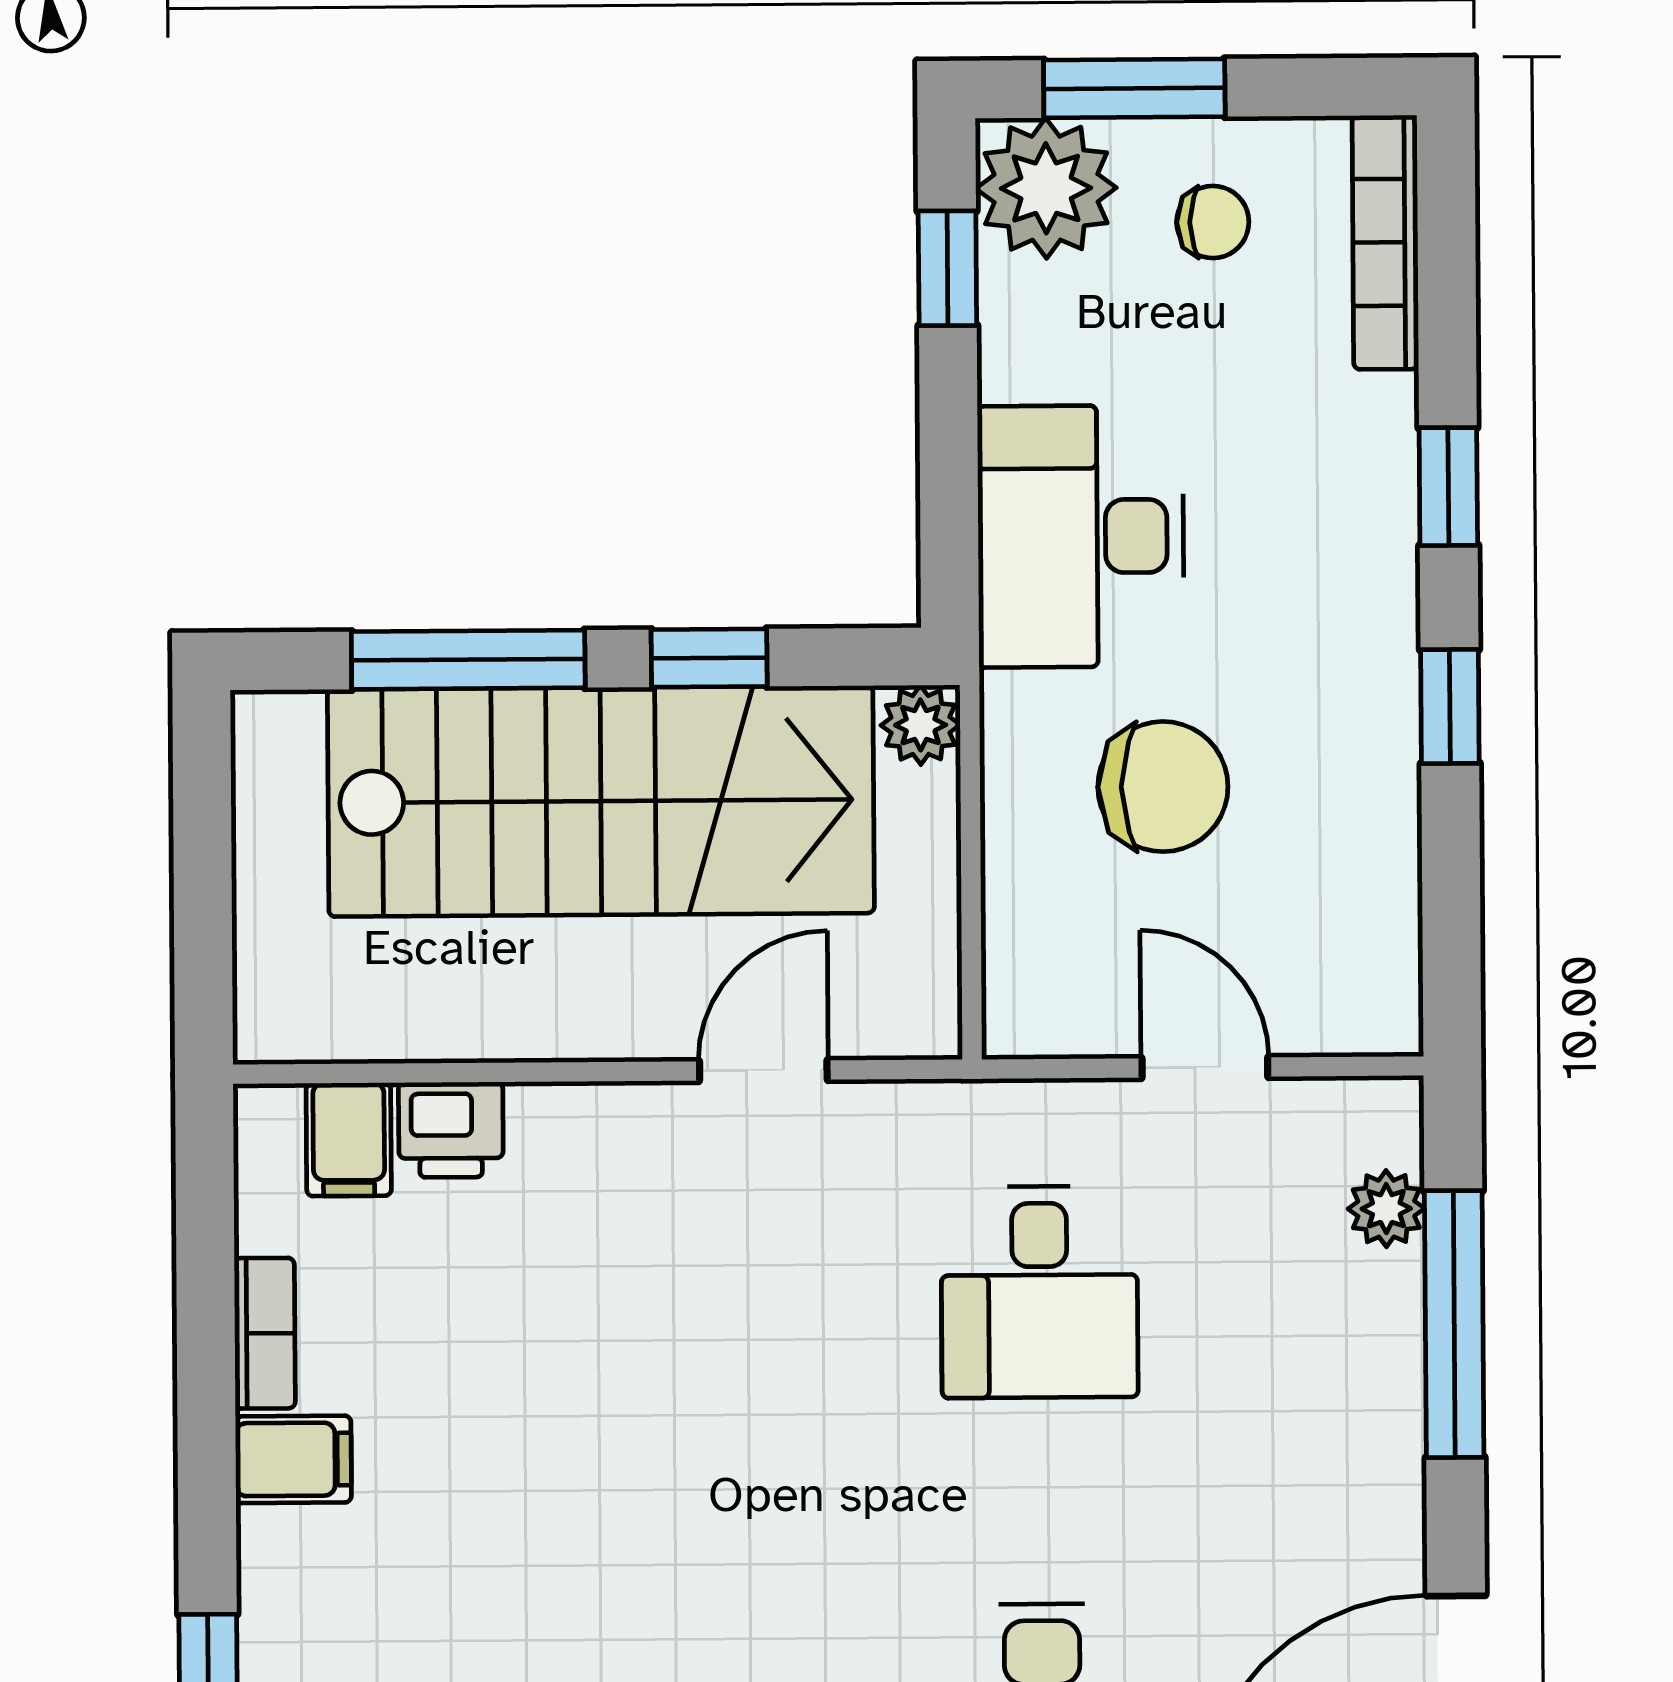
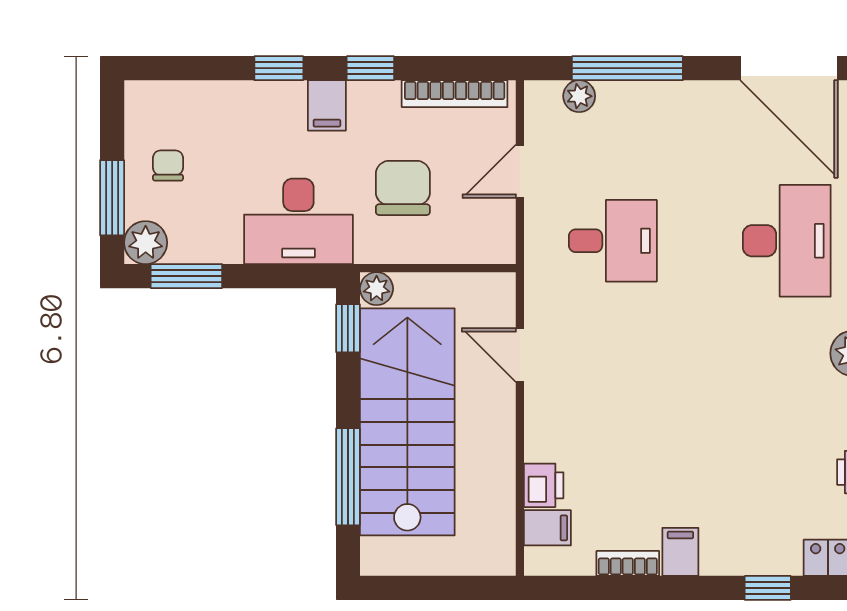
plant: (1046, 188) -> (146, 243), width x0.73, depth x0.73
bookcase: (1385, 242) -> (455, 94), moved
window: (947, 268) -> (186, 276), width x1.50
filing cabinet: (1360, 603) -> (327, 105), added
window: (709, 658) -> (348, 328), moved

